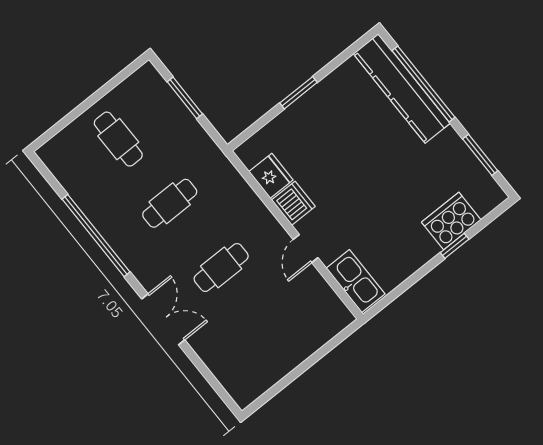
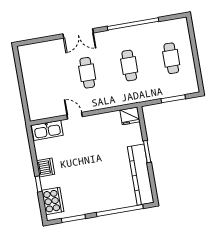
kitchen counter: (402, 89) -> (141, 175), moved, turned -90
cafe table: (118, 139) -> (171, 58), turned 90
fridge: (271, 176) -> (130, 116), moved
dishwasher: (293, 203) -> (46, 167), moved, turned -90
cooker: (451, 221) -> (53, 201), moved

